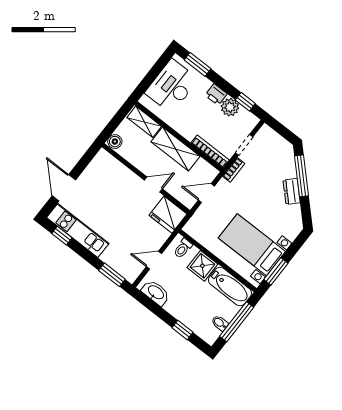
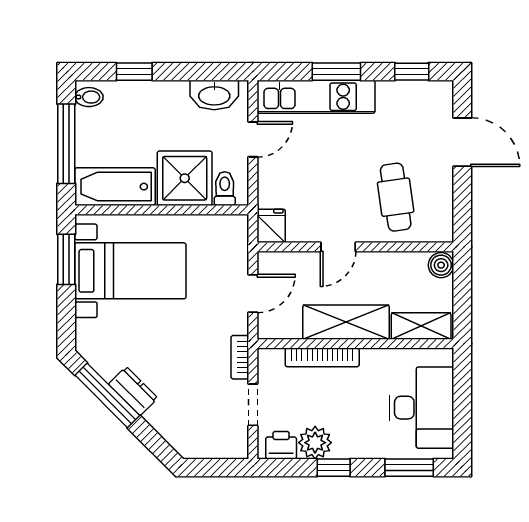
printer: (216, 95) -> (281, 445), moved
window: (245, 102) -> (334, 468), moved
bookcase: (210, 151) -> (322, 357), moved
window: (301, 176) -> (107, 395), moved
cafe table: (111, 187) -> (396, 197), added
fridge: (168, 215) -> (271, 226), width x0.53, depth x0.75
kitchen unit: (78, 230) -> (316, 97), moved
shower: (202, 266) -> (185, 178), width x1.36, depth x1.36
window: (112, 275) -> (336, 72), moved
bidet: (220, 323) -> (89, 97), moved

